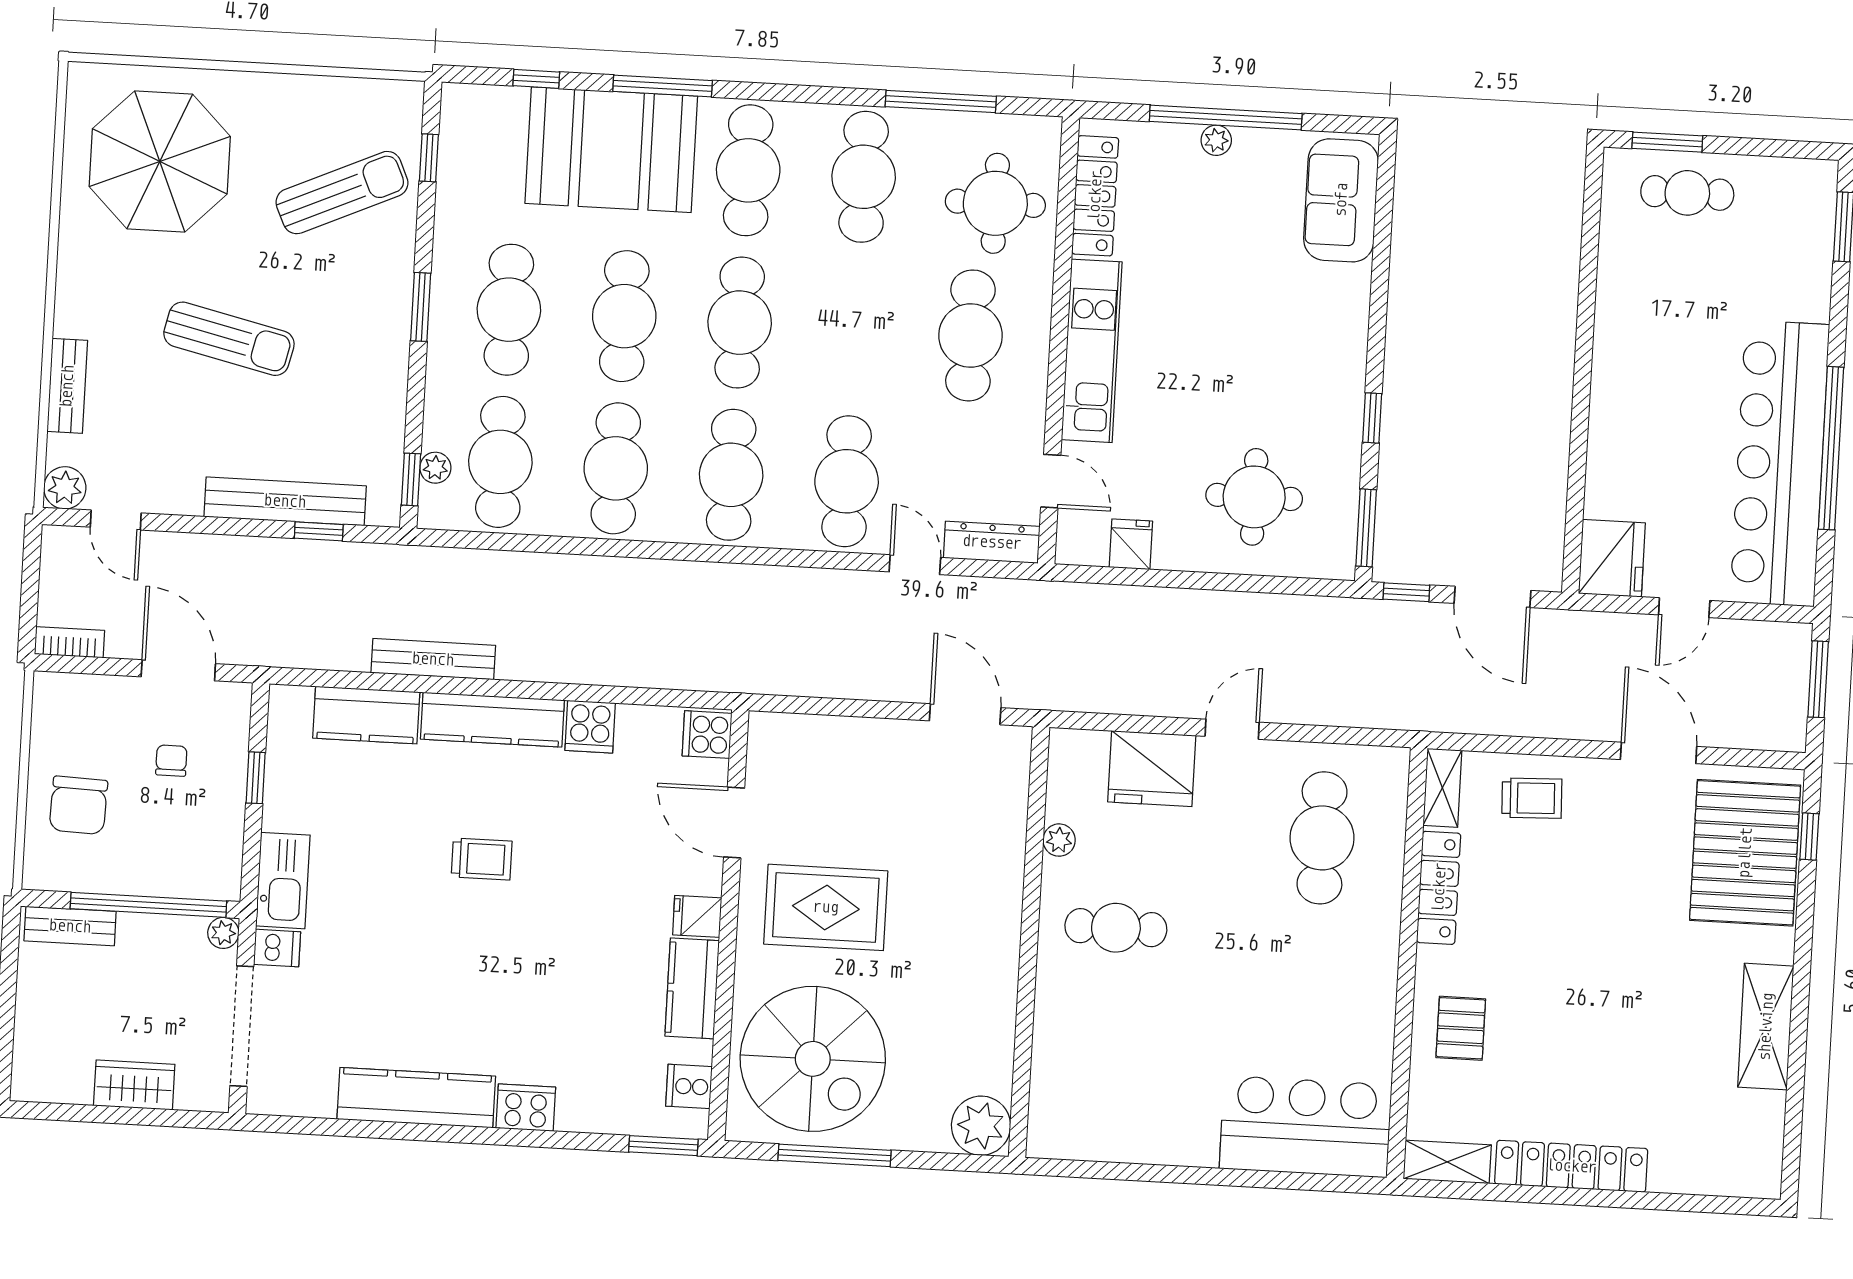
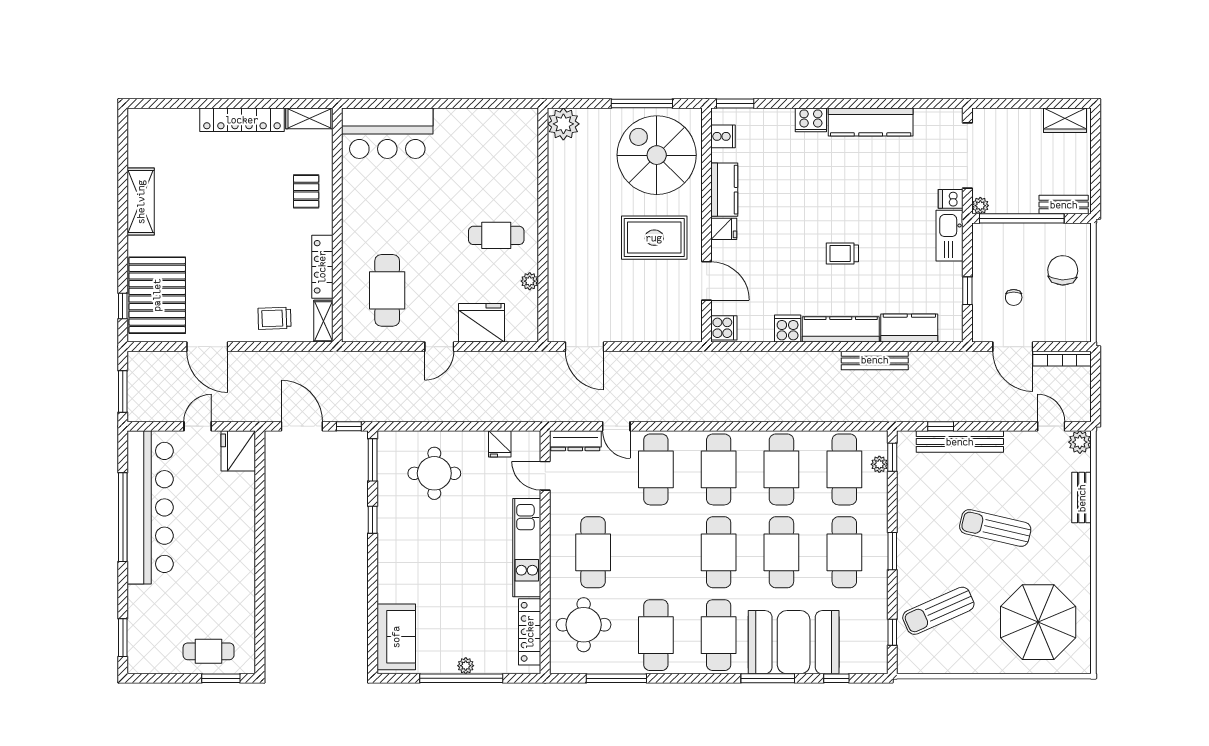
bookcase: (69, 642) -> (1062, 359), width x1.56
wardrobe: (134, 1085) -> (1065, 120), moved

